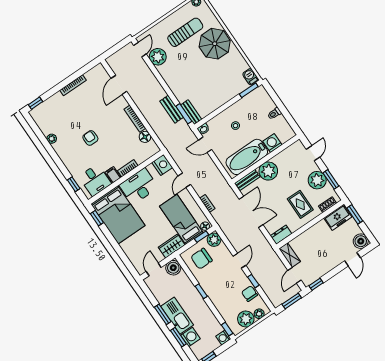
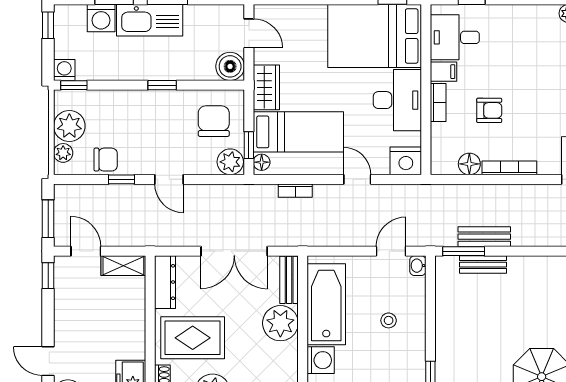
bench: (191, 112) -> (483, 265), moved
armchair: (90, 138) -> (489, 110), moved
rug: (300, 204) -> (193, 338), width x1.36, depth x1.43
dresser: (281, 235) -> (165, 282), width x1.44

